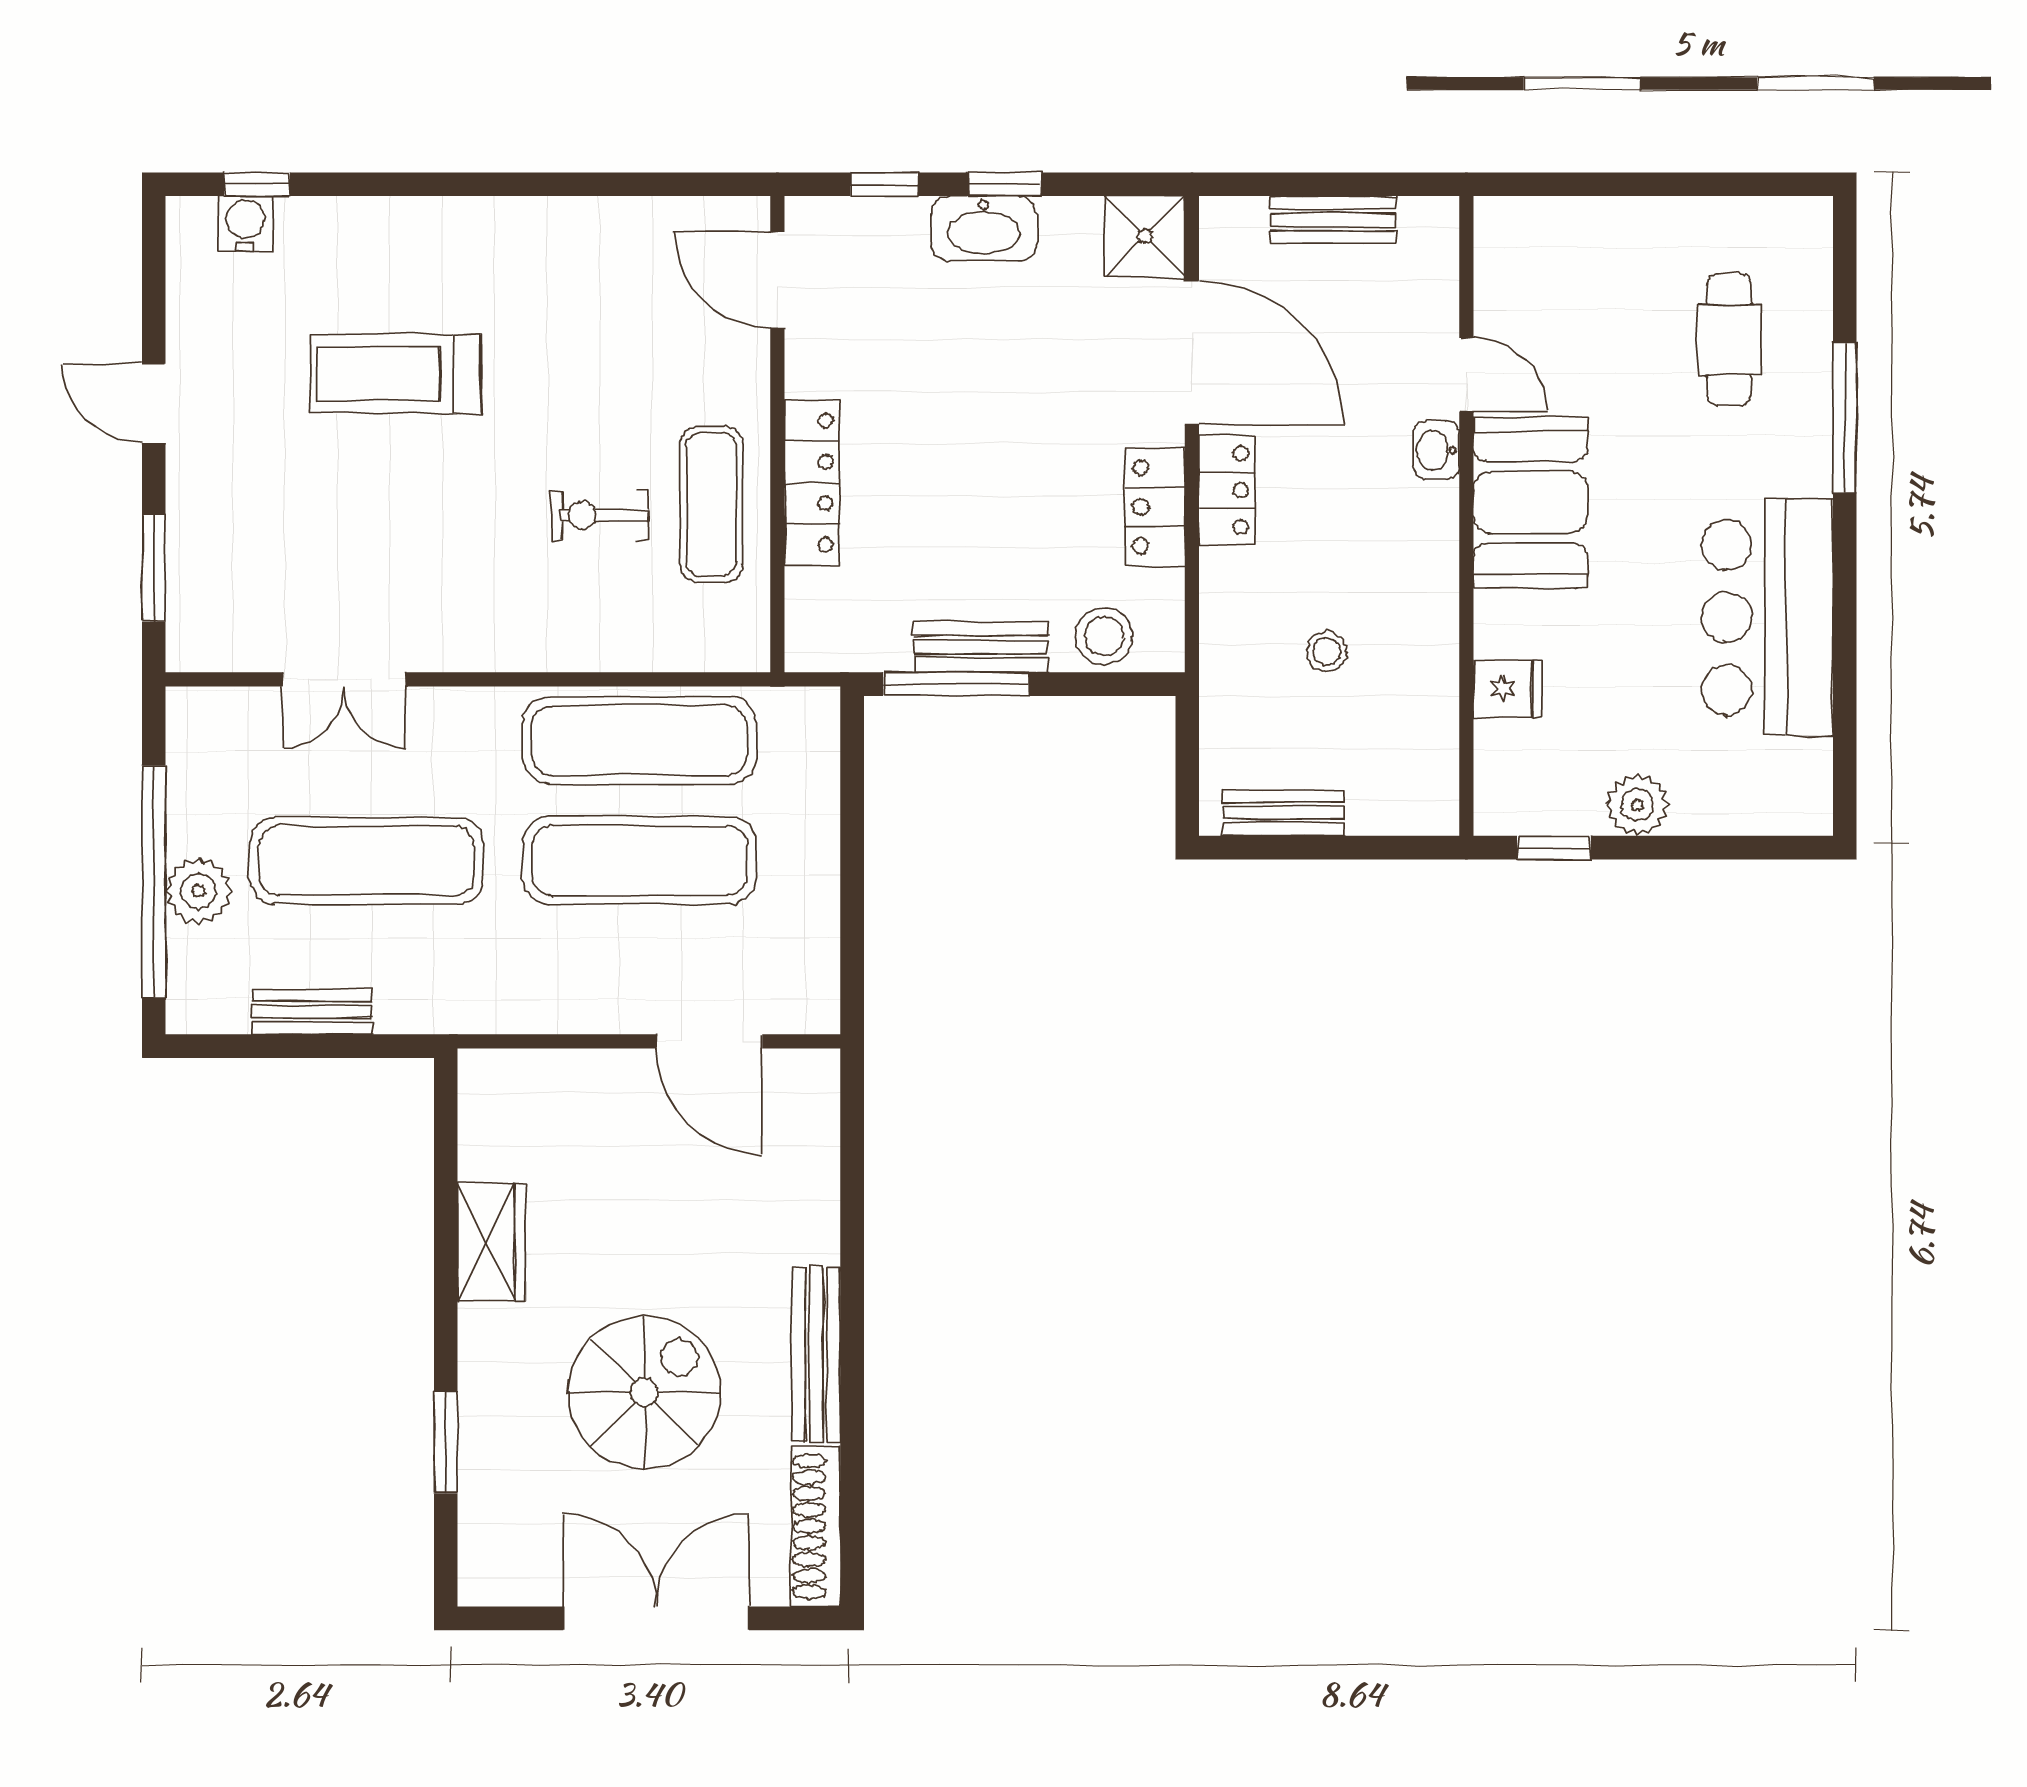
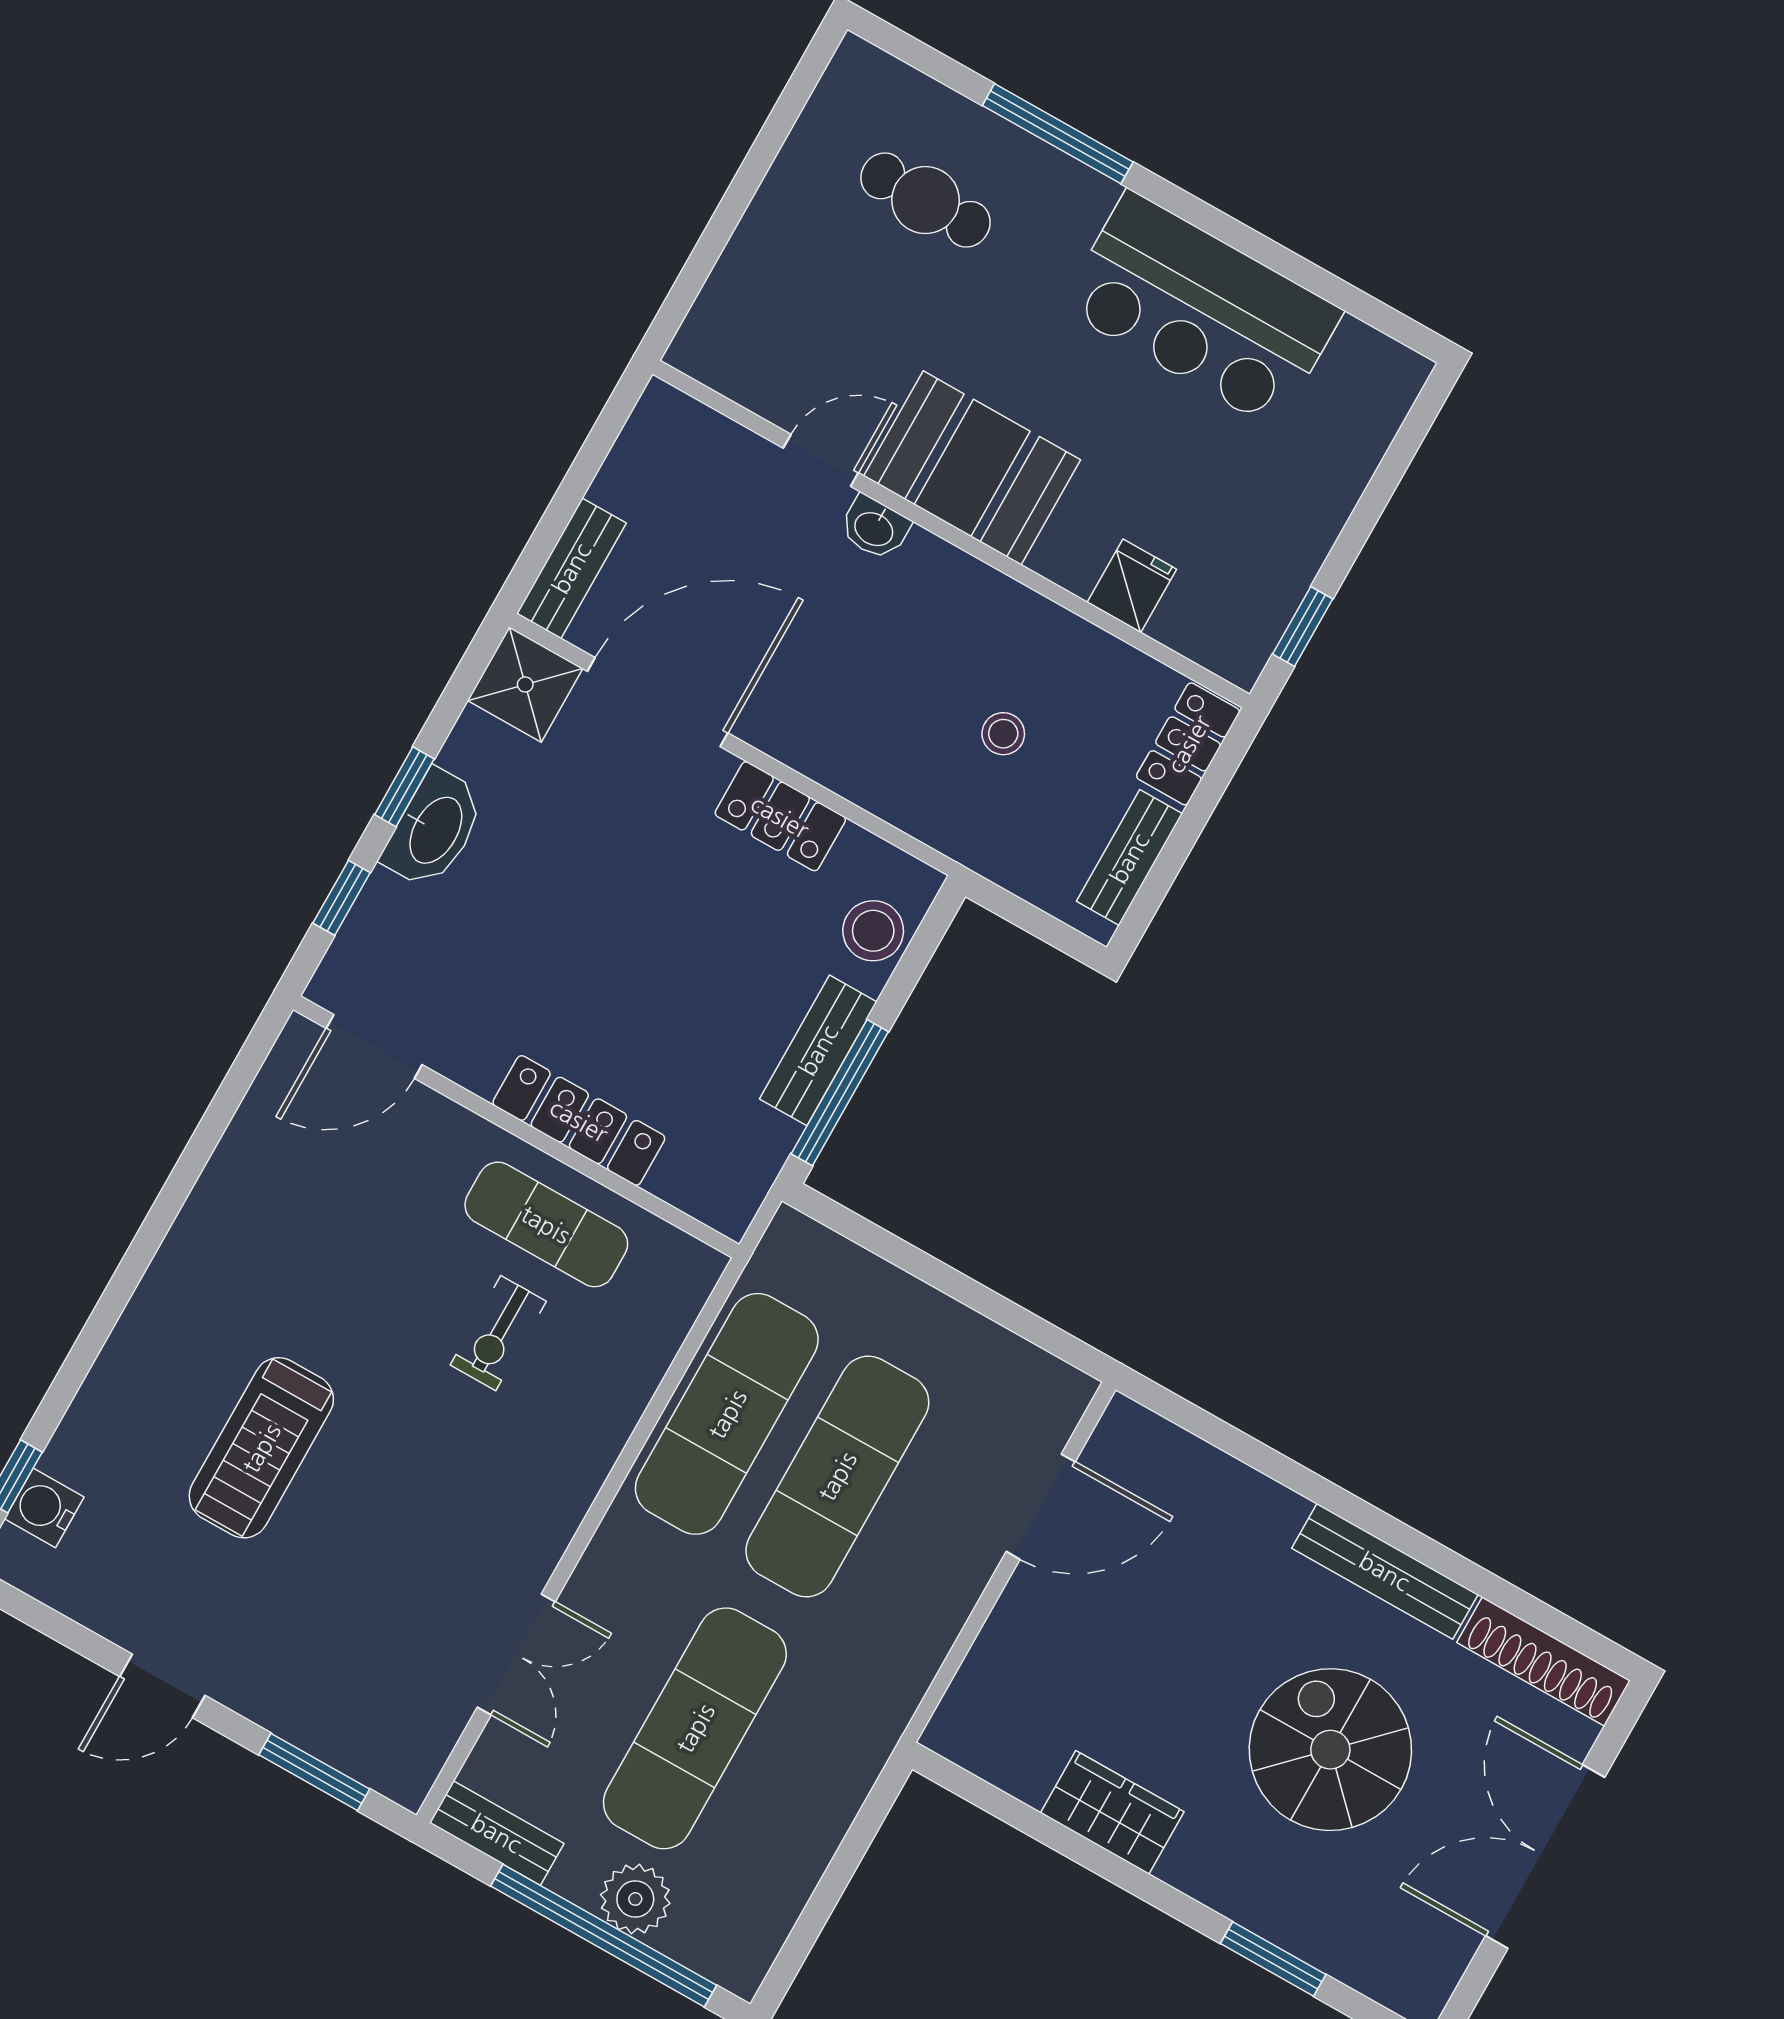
bench: (1333, 220) -> (571, 568), moved
locker: (1227, 490) -> (1188, 744), moved, turned -90
plant: (1637, 805) -> (1307, 527), removed
bench: (312, 1012) -> (497, 1833), moved, turned 90

